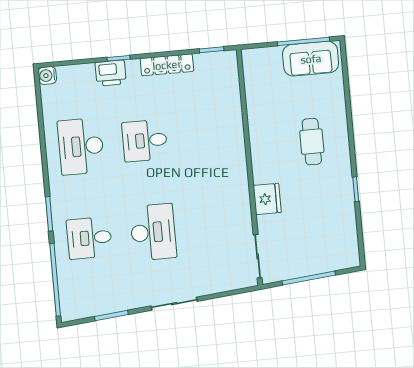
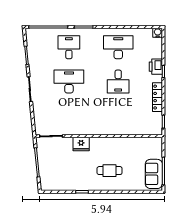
desk: (145, 141) -> (118, 82), turned 180
desk: (153, 232) -> (69, 82), turned 180

